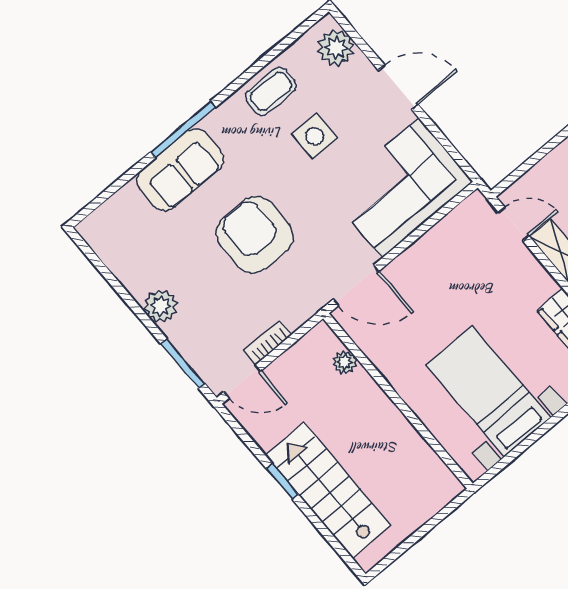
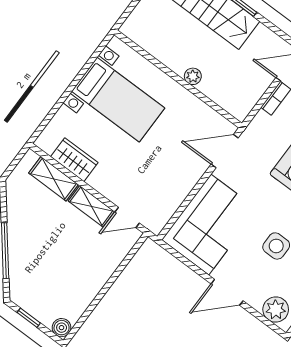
plant: (345, 362) -> (193, 76), moved

